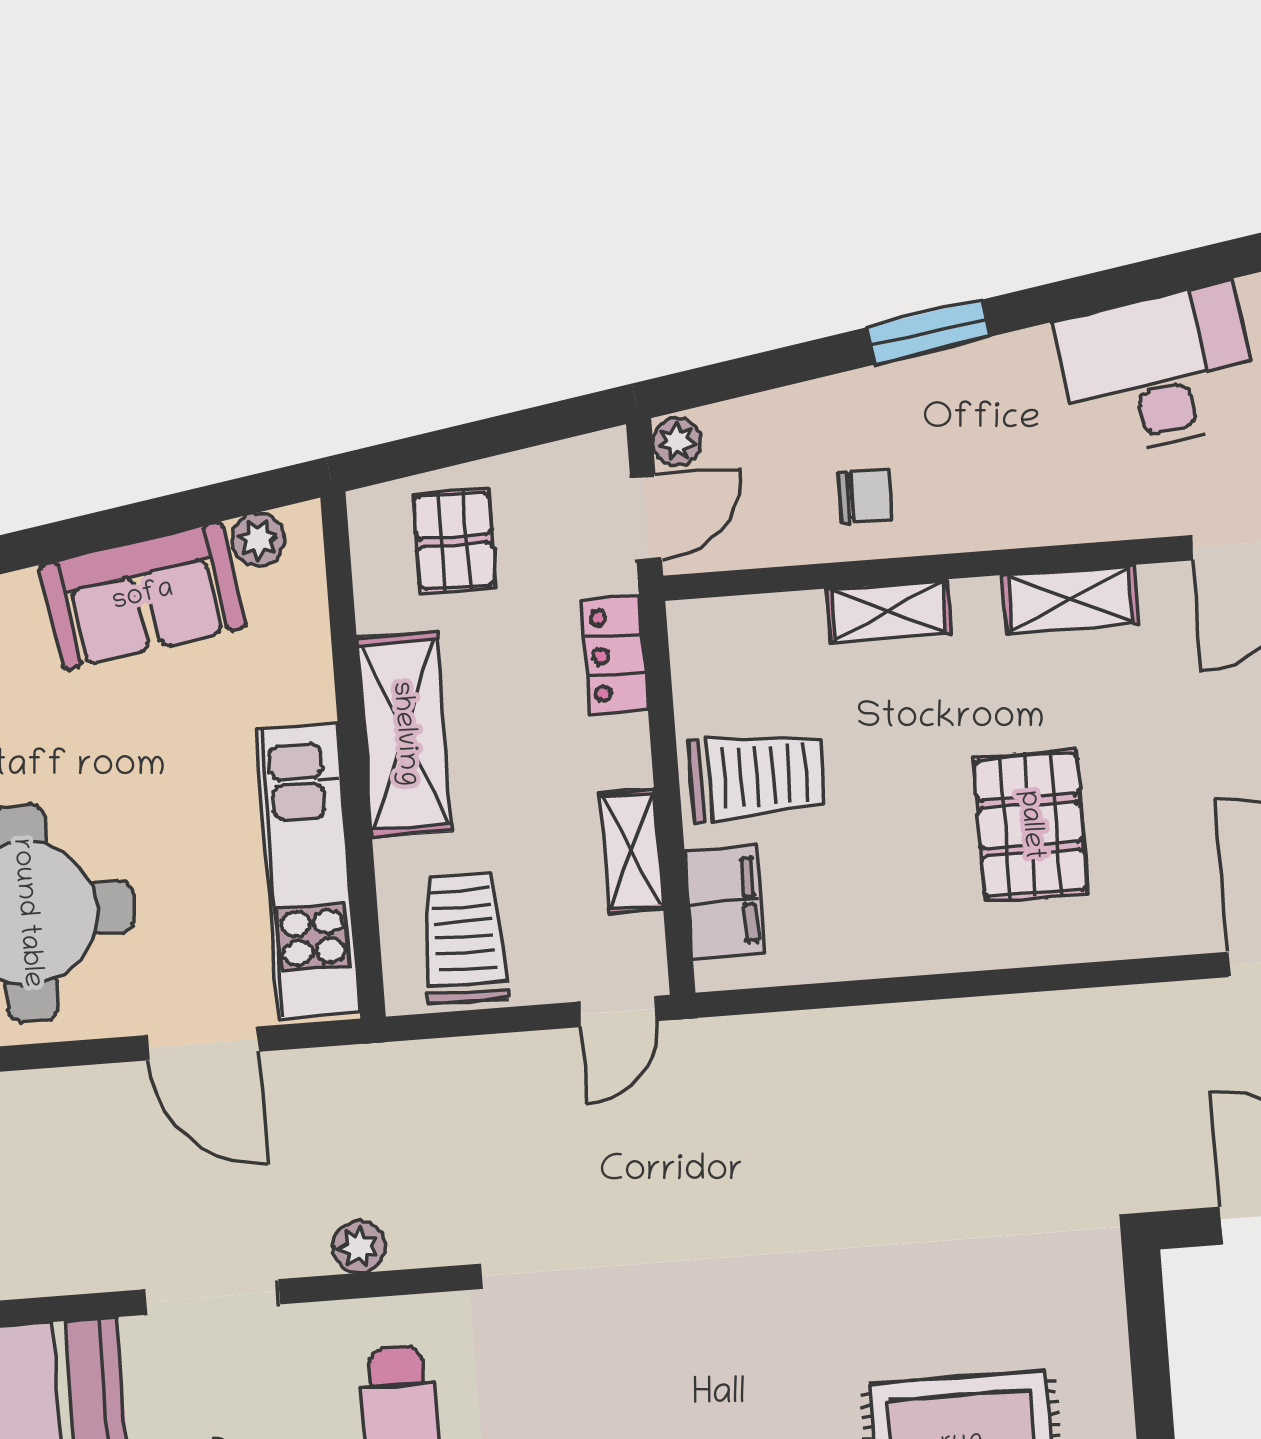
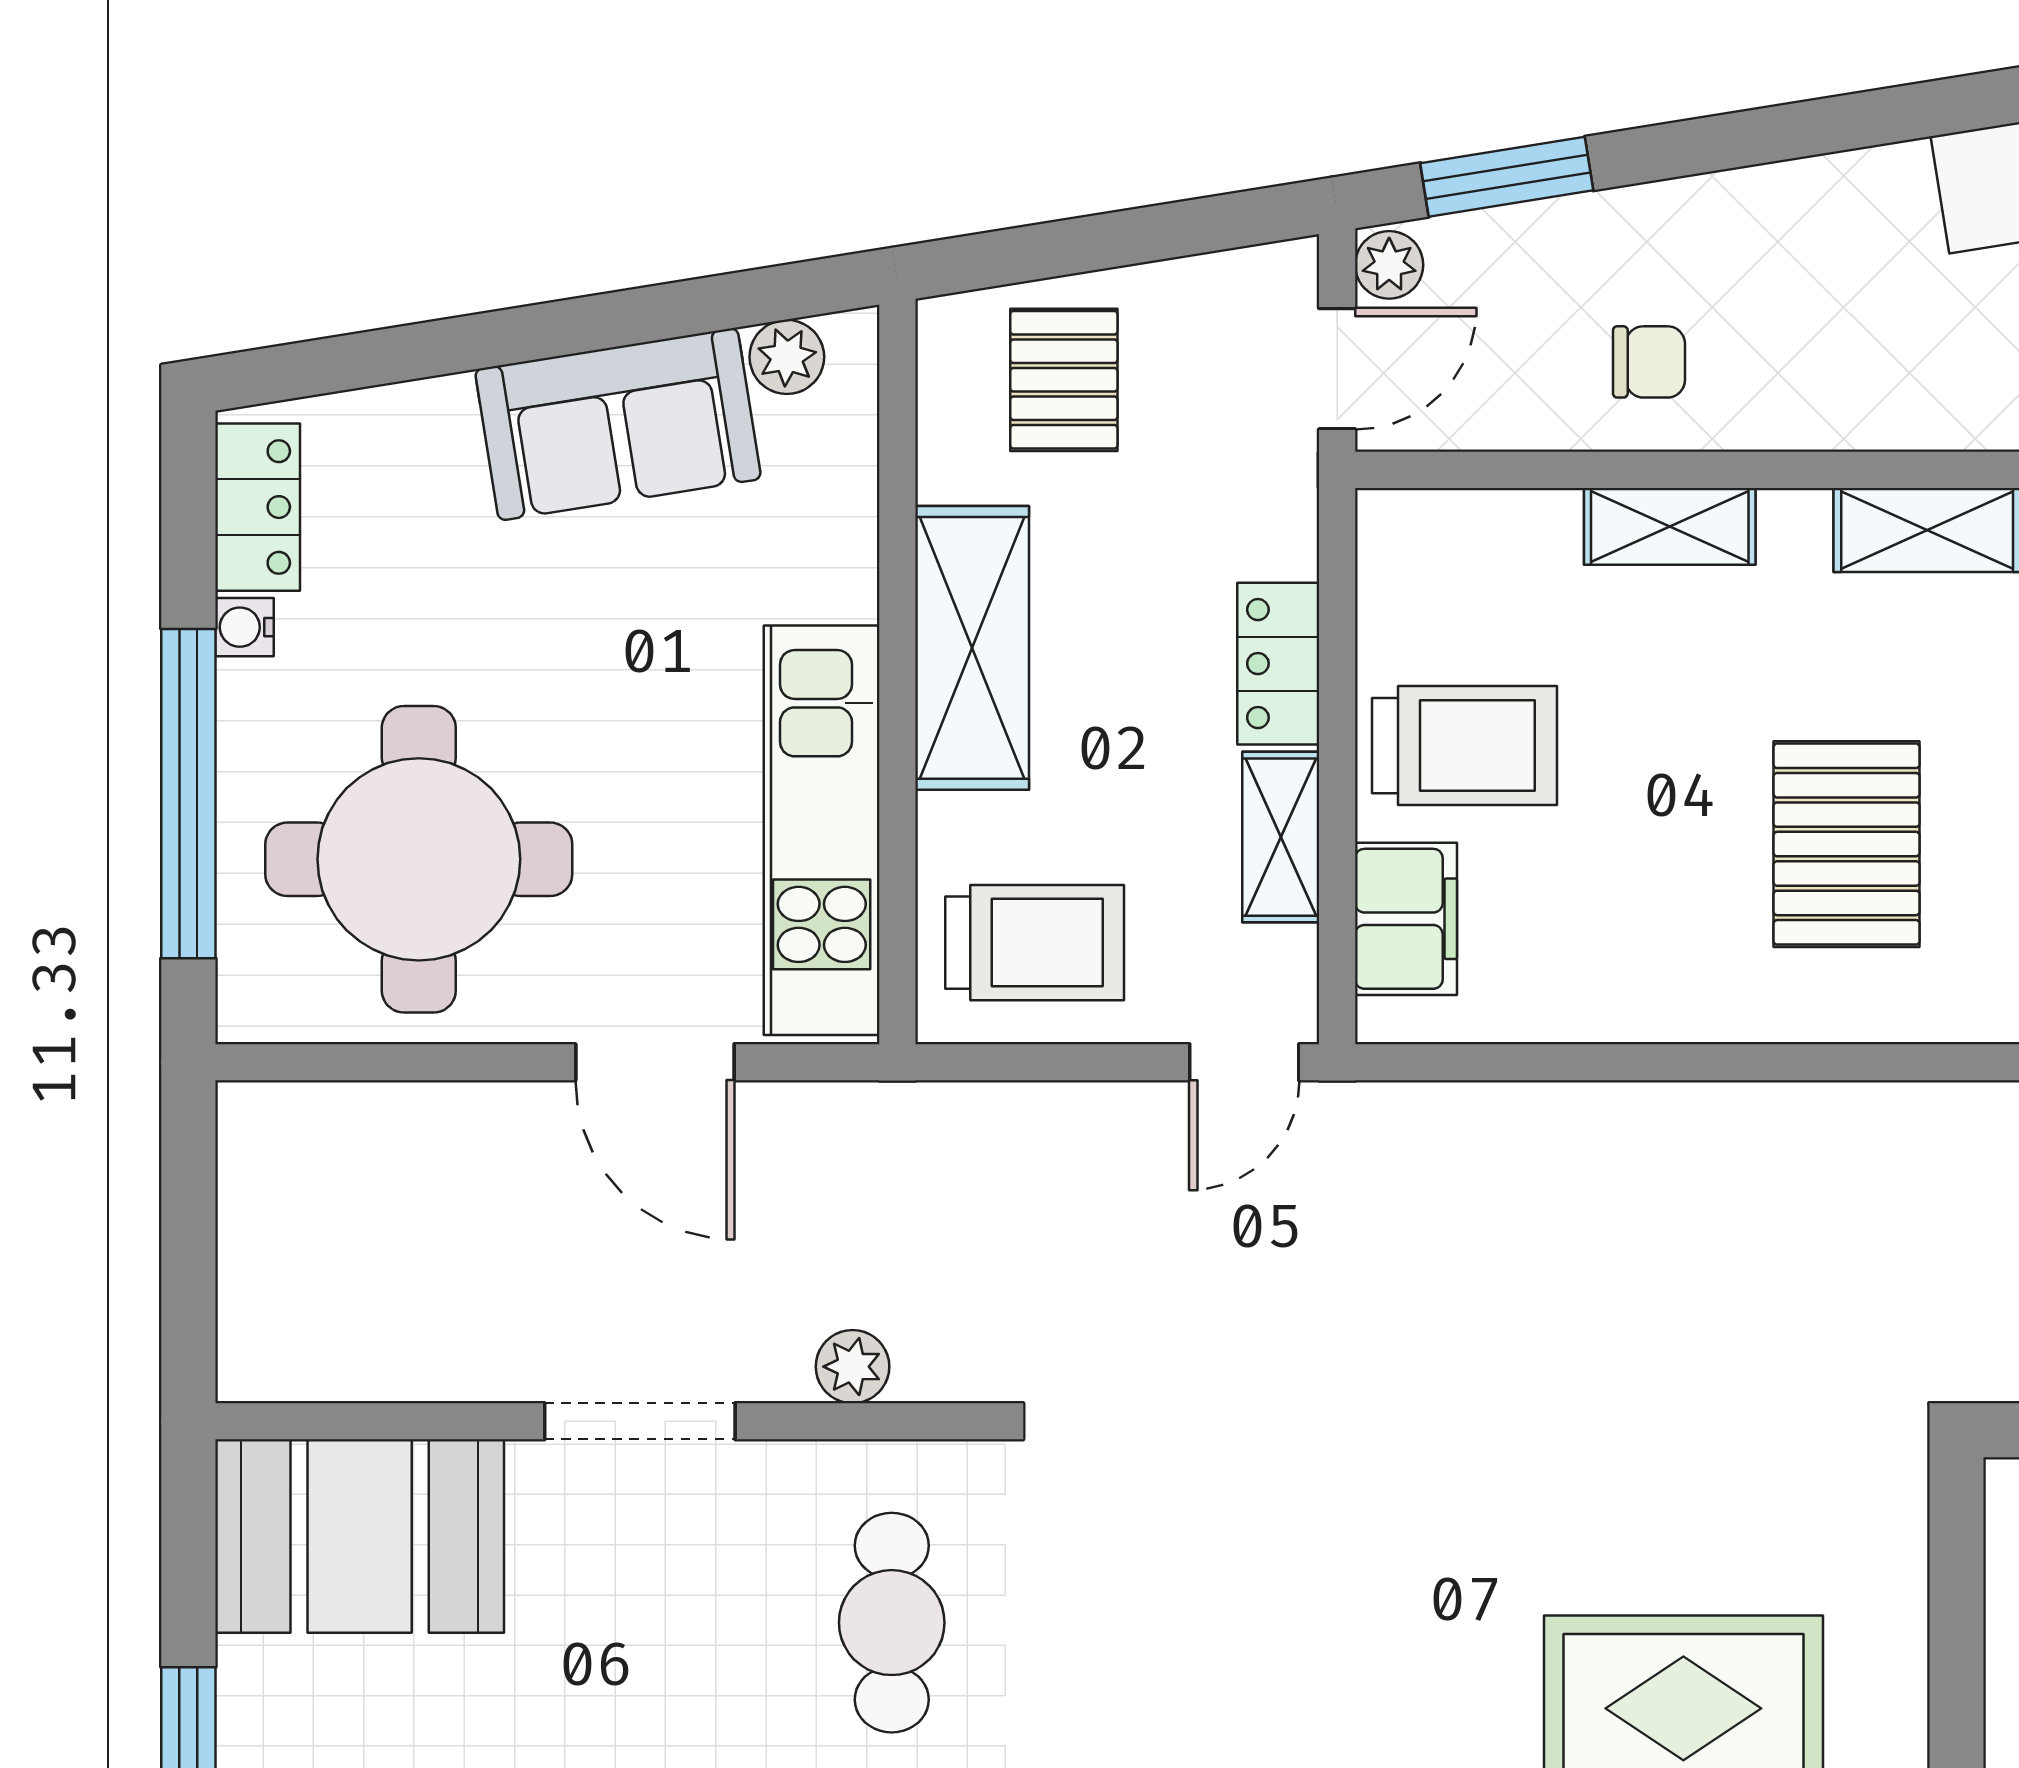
window: (928, 332) -> (1507, 177), moved
locker: (615, 655) -> (1278, 664), moved
trolley: (464, 938) -> (1035, 943), turned 90

